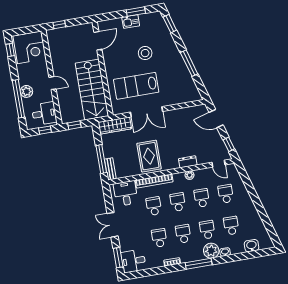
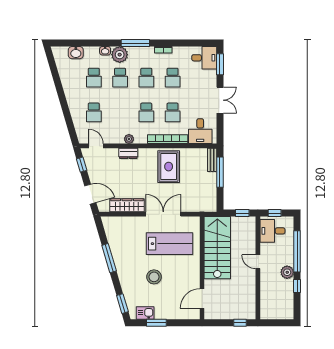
kitchen sink: (131, 22) -> (145, 313), moved
corner desk: (29, 47) -> (276, 304), removed
window: (10, 50) -> (297, 286), moved
plant: (26, 91) -> (287, 272), moved
wardrobe: (115, 125) -> (127, 205), moved
school desk: (202, 198) -> (120, 112), removed

